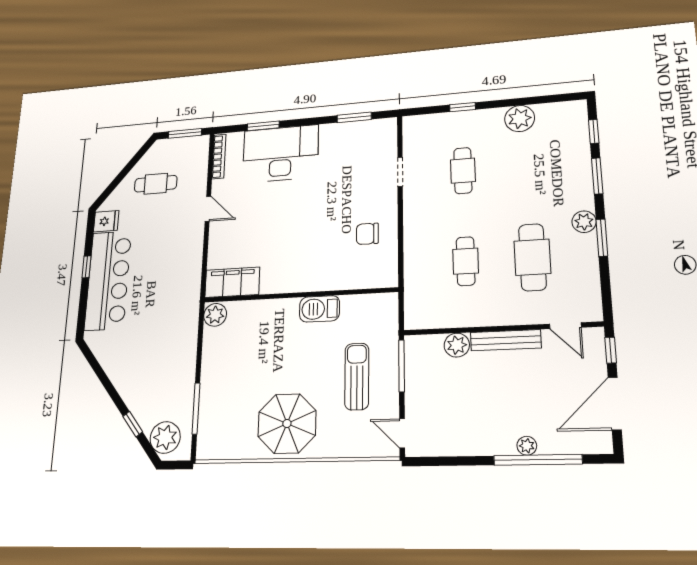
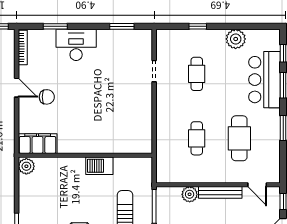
desk: (280, 154) -> (76, 45), width x0.73, depth x0.77
bar counter: (567, 170) -> (265, 80), added
plant: (584, 222) -> (273, 116), removed
chair: (367, 234) -> (47, 97), moved, turned 180

